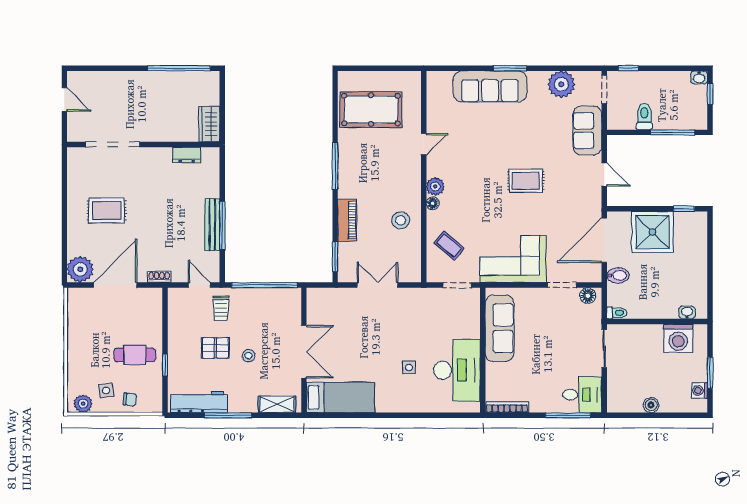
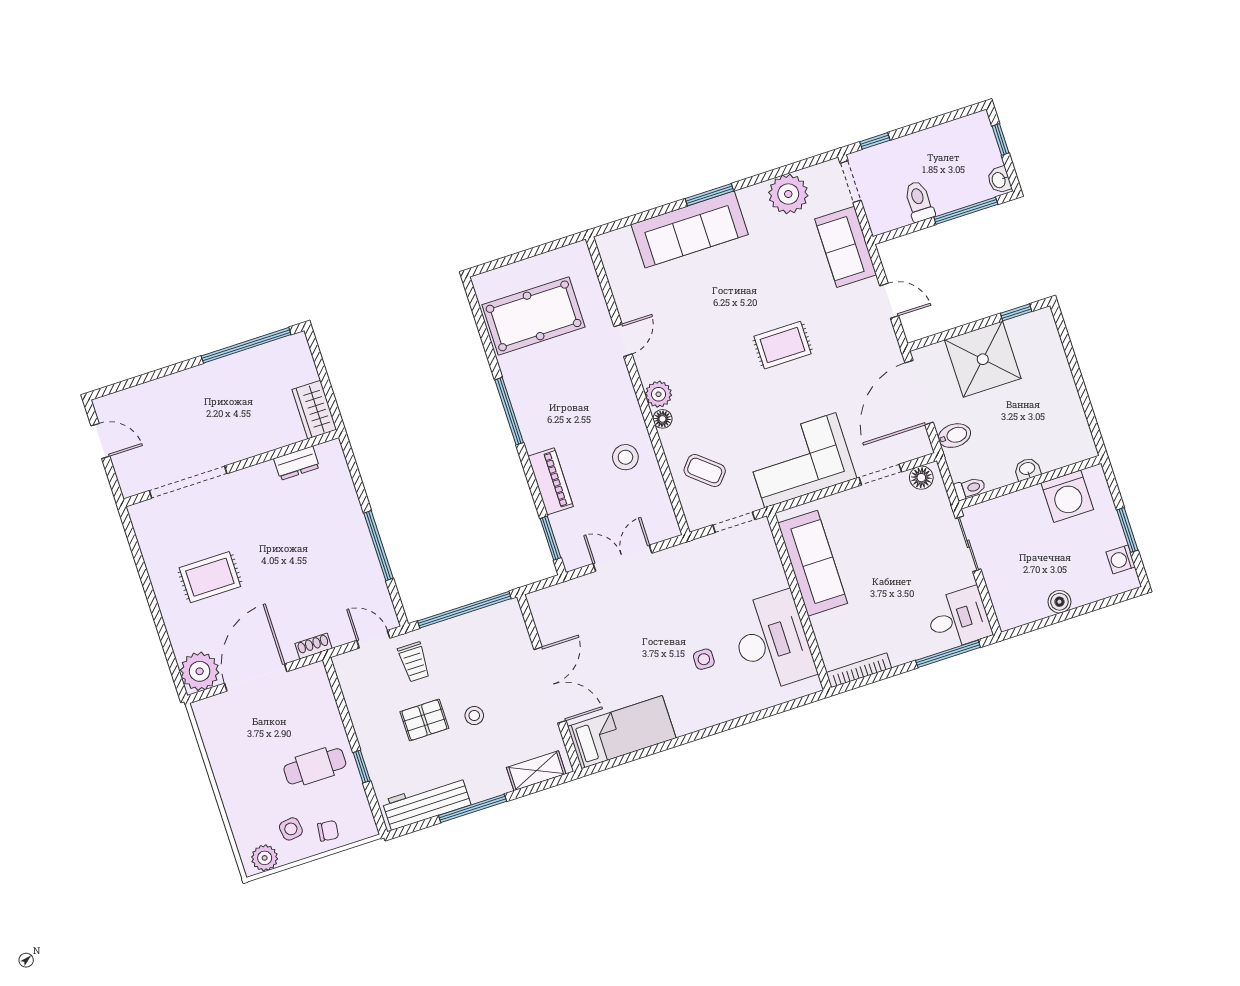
washbasin: (699, 77) -> (999, 180), moved, turned 90
bench: (212, 224) -> (364, 549), removed
washbasin: (687, 312) -> (1027, 469), moved

